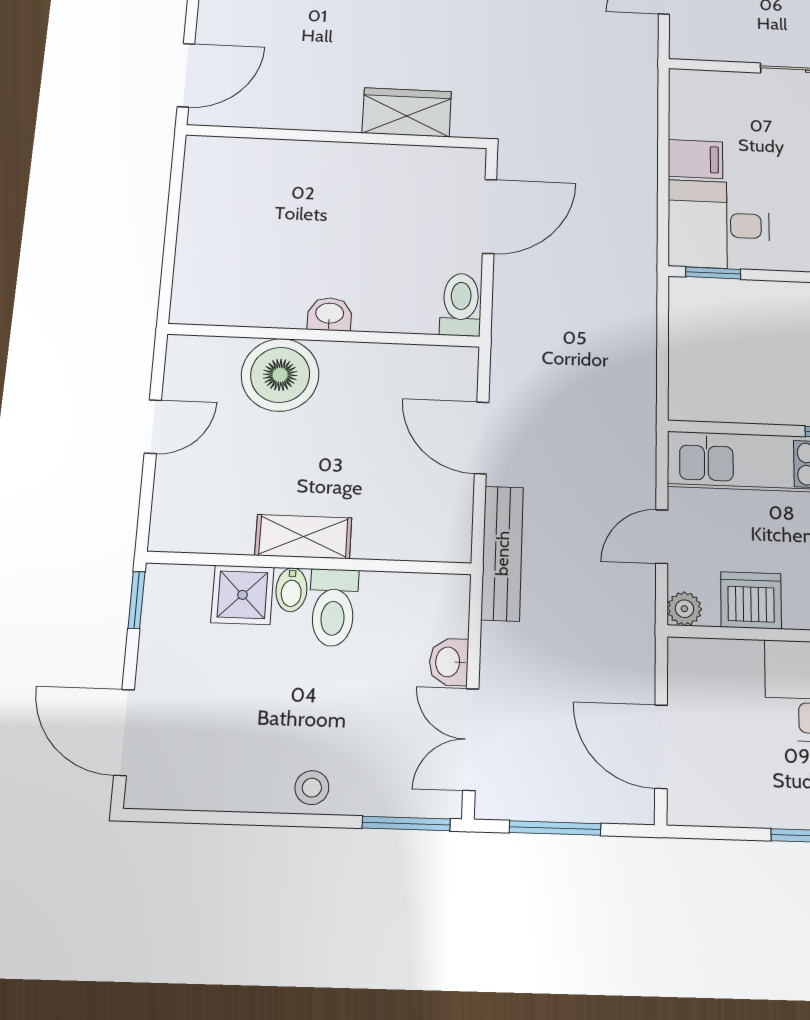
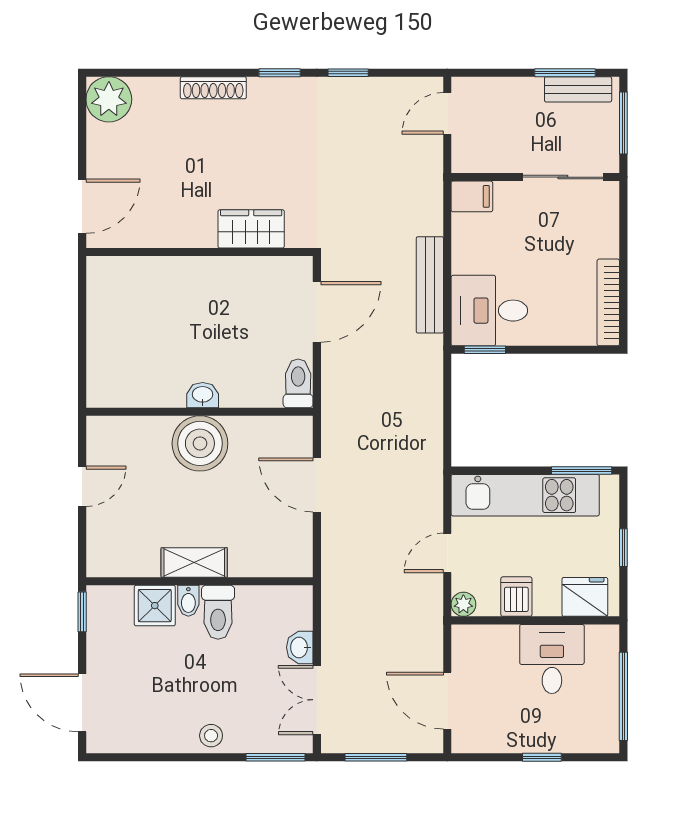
filing cabinet: (695, 159) -> (472, 196), moved
boiler: (280, 375) -> (200, 443), moved
bench: (502, 553) -> (430, 285), moved
dishwasher: (751, 600) -> (516, 597), width x0.73

